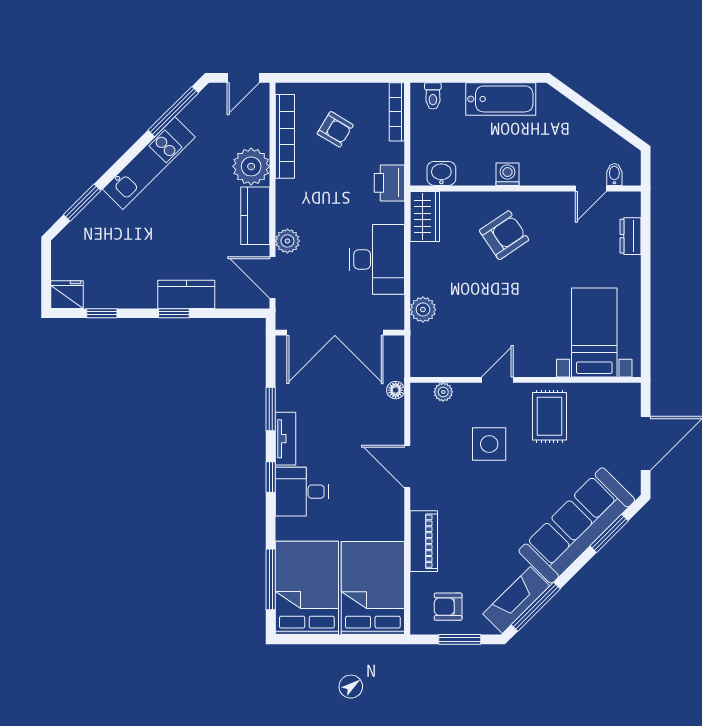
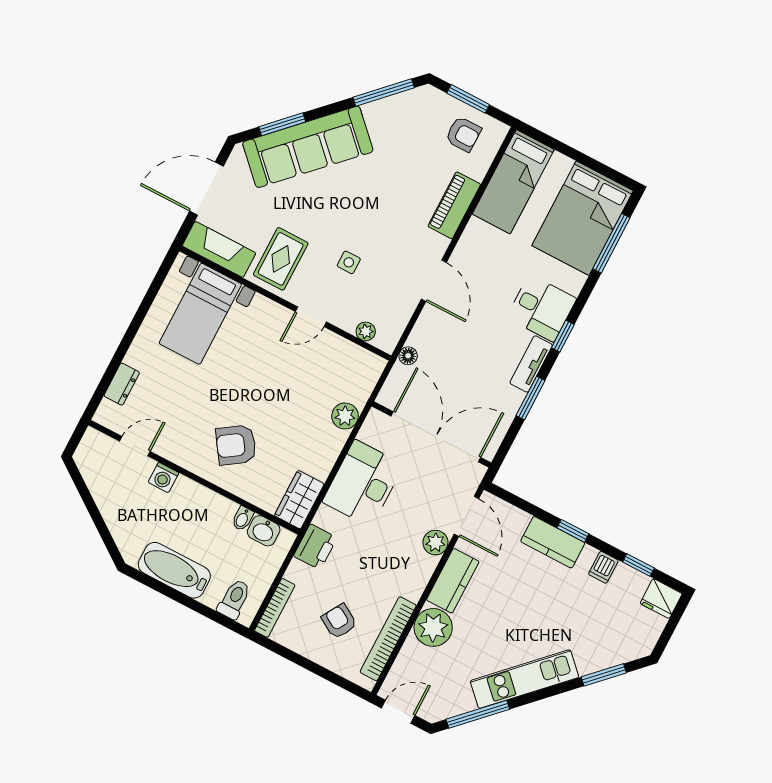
toilet: (433, 96) -> (234, 599), width x1.37, depth x1.39
washing machine: (507, 174) -> (164, 477), moved
bidet: (614, 175) -> (243, 519), moved
dishwasher: (131, 295) -> (603, 567), added
side table: (489, 444) -> (349, 262), width x0.54, depth x0.54
bed: (373, 588) -> (513, 182), width x0.67
fireplace: (516, 600) -> (219, 249), moved, turned -135

